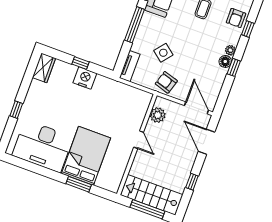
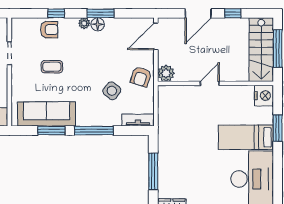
window: (80, 63) -> (153, 171), width x2.17
window: (234, 67) -> (101, 13), width x1.50
nightstand: (85, 78) -> (264, 96), moved, turned 180
plant: (158, 115) -> (166, 73), moved
door: (207, 142) -> (198, 13), moved
bed: (86, 156) -> (246, 137), width x0.67

